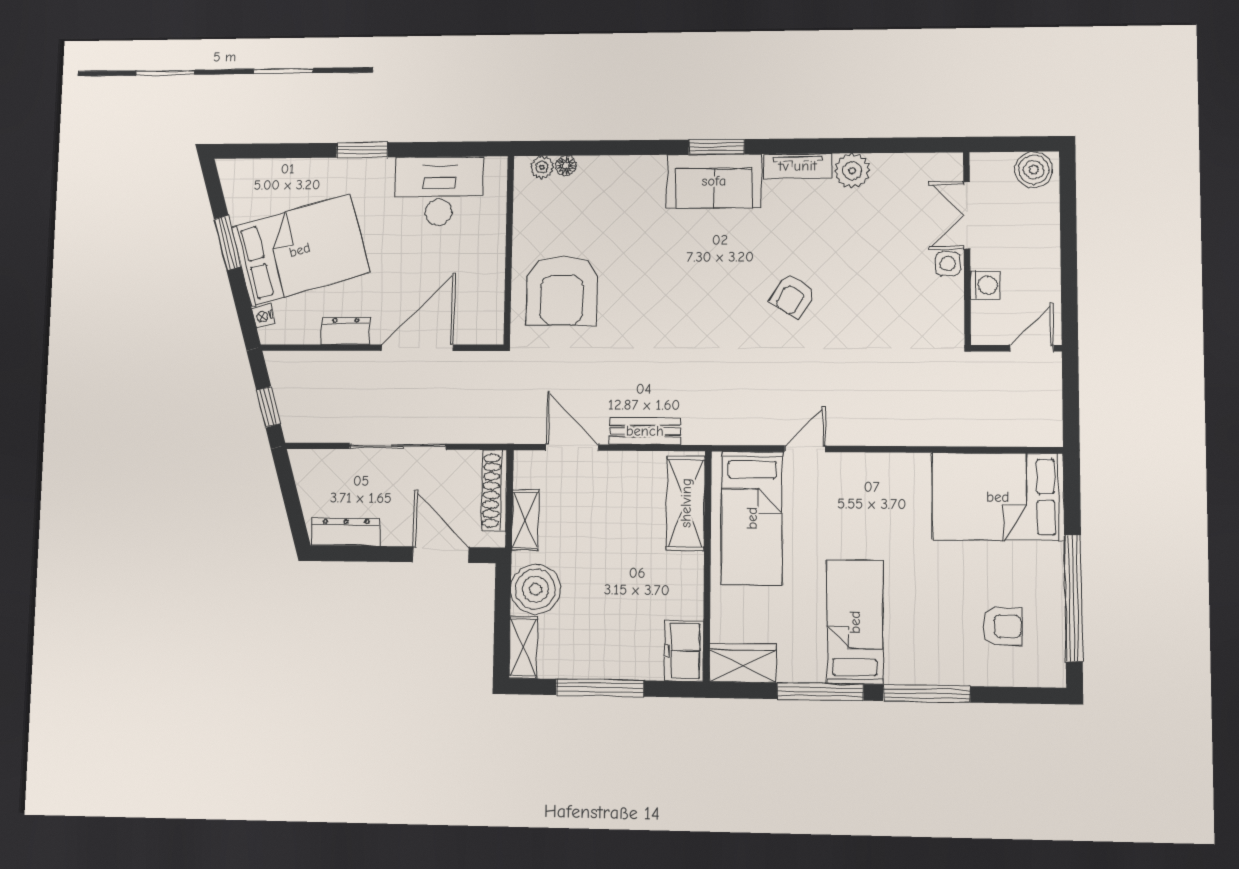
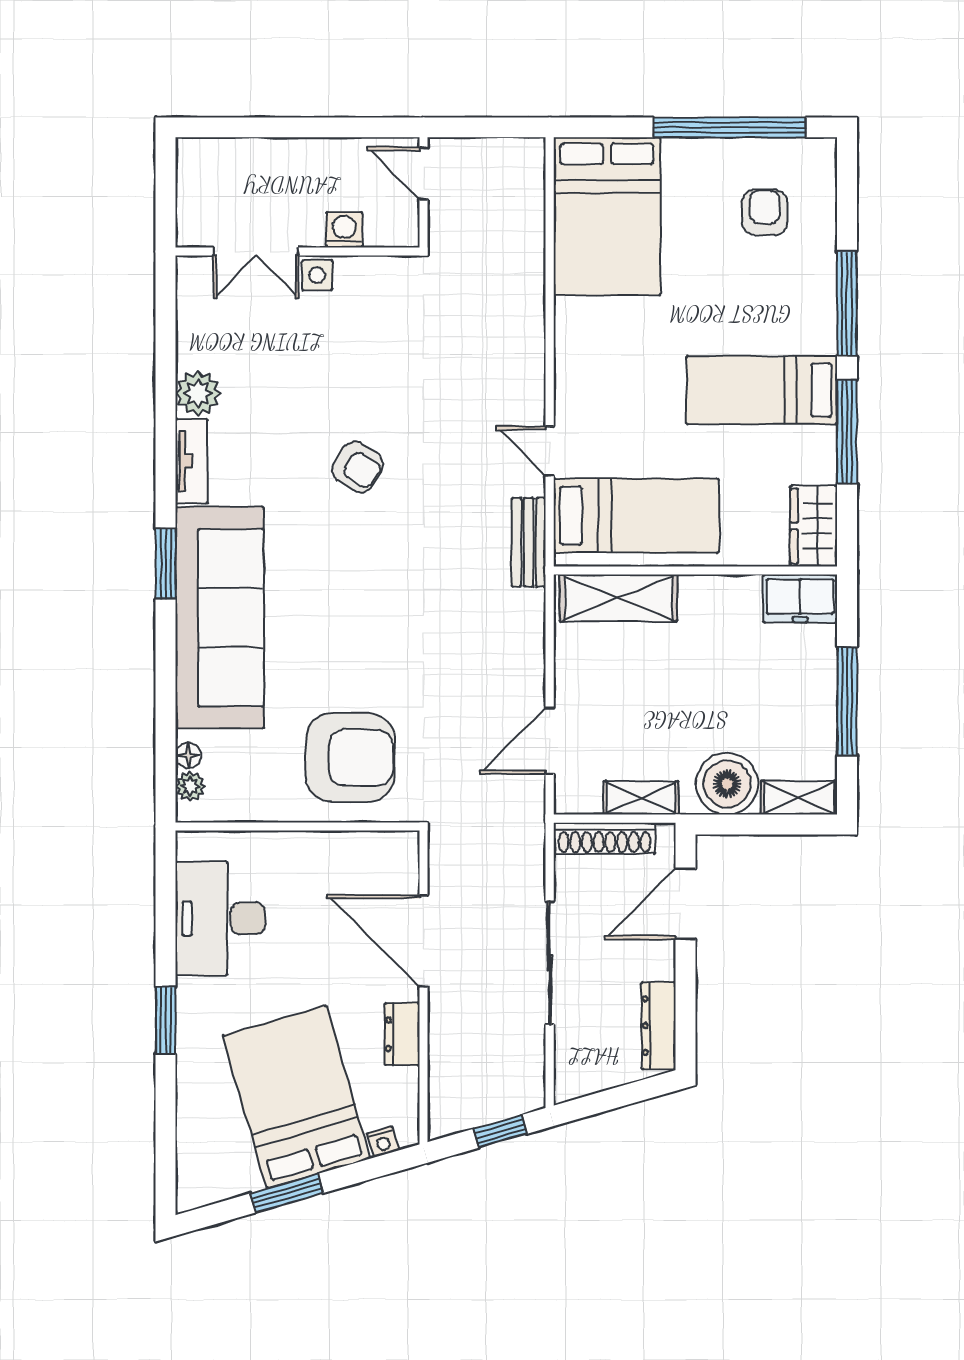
boiler: (1034, 170) -> (198, 169), removed
sofa: (714, 181) -> (219, 618), width x1.85, depth x1.27
bench: (645, 431) -> (529, 542), moved

